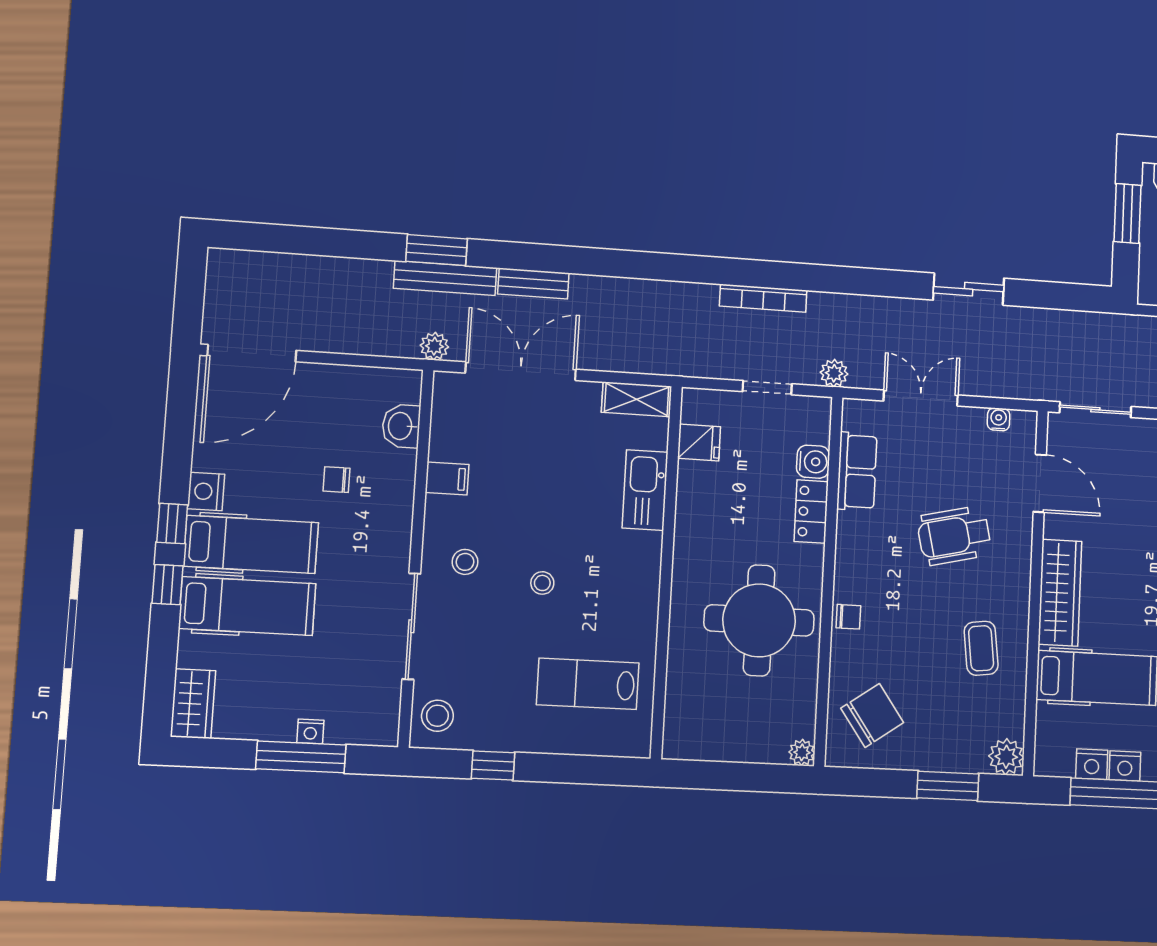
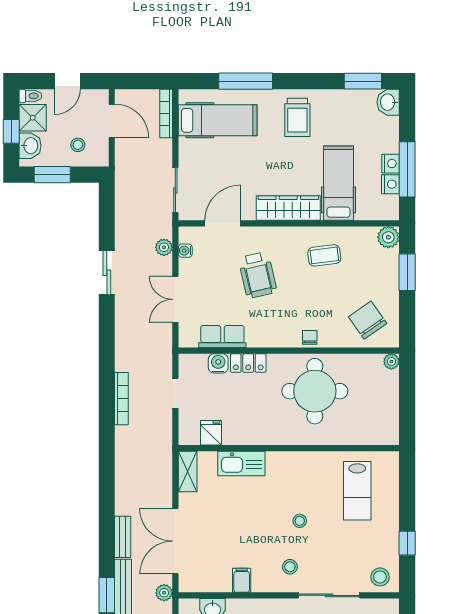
plant: (834, 373) -> (164, 247), moved

